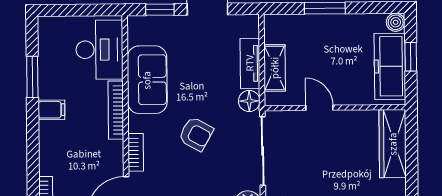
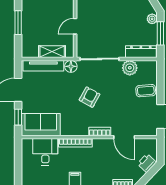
desk: (100, 50) -> (45, 152), width x0.73
tv unit: (250, 63) -> (43, 66), width x1.41
sofa: (147, 80) -> (41, 125), moved

